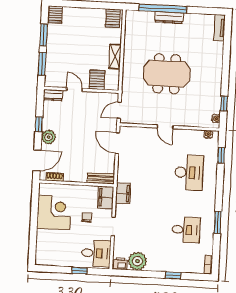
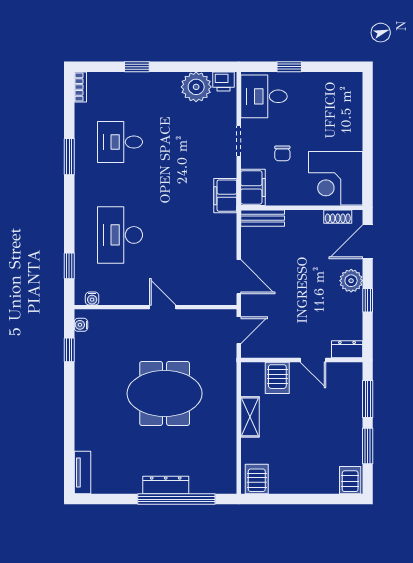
corner desk: (54, 213) -> (336, 178), moved

